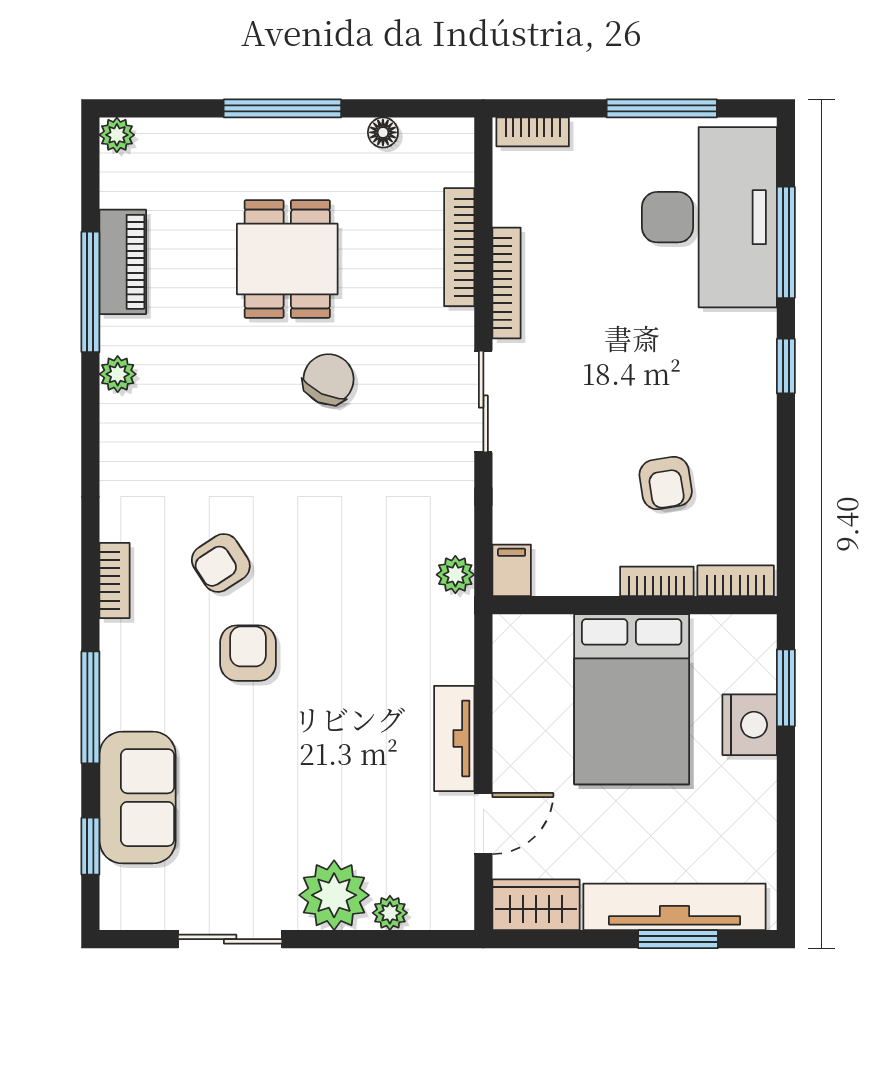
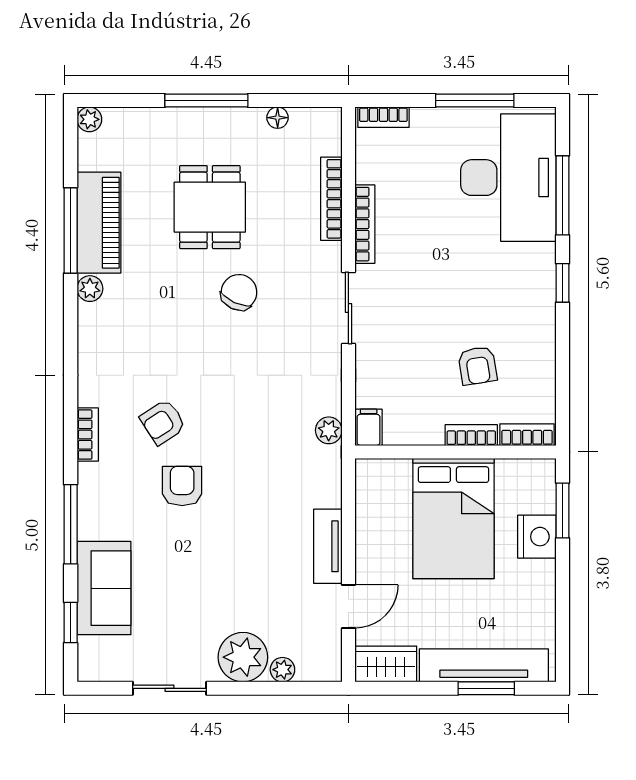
piano: (123, 262) -> (99, 223), width x1.37, depth x1.33

